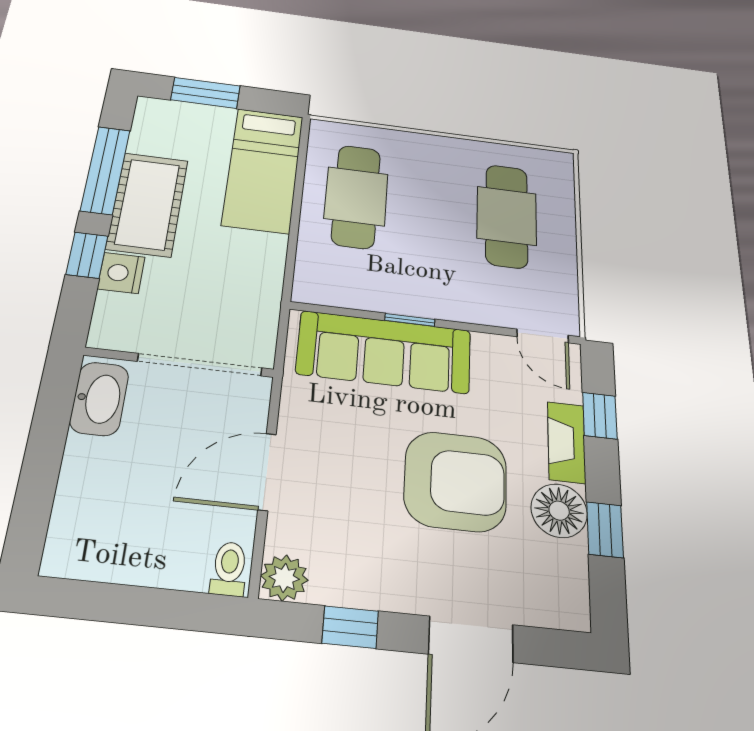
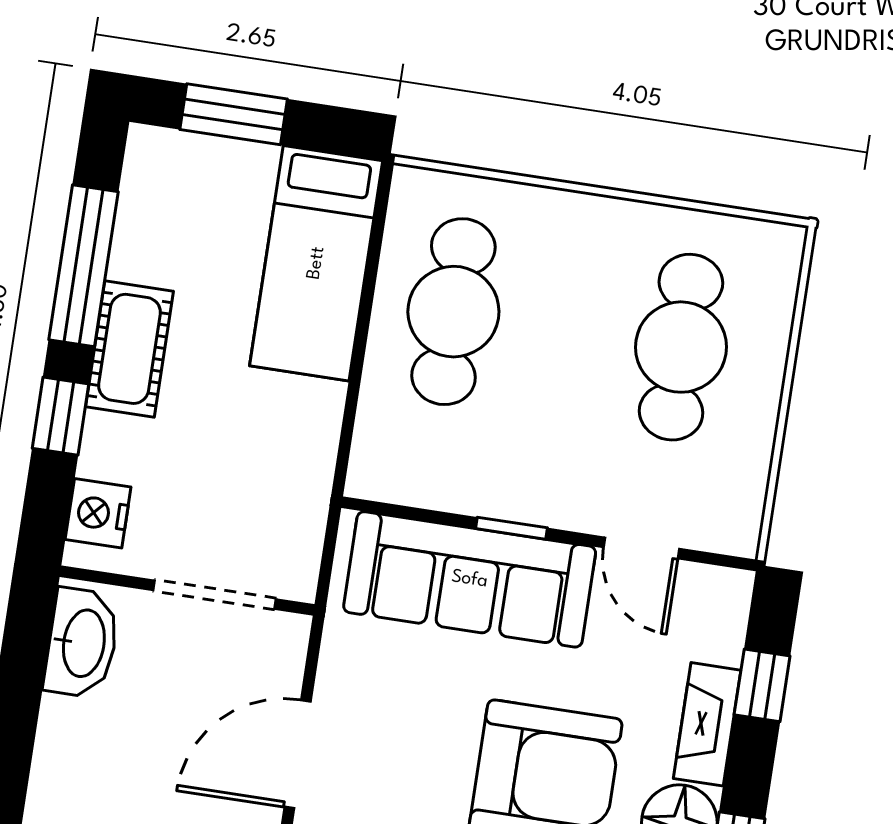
cot: (148, 204) -> (129, 349), width x0.73, depth x0.75
nightstand: (121, 273) -> (98, 513), moved
door: (543, 336) -> (641, 548), moved
doorway: (200, 365) -> (215, 595), width x0.73

